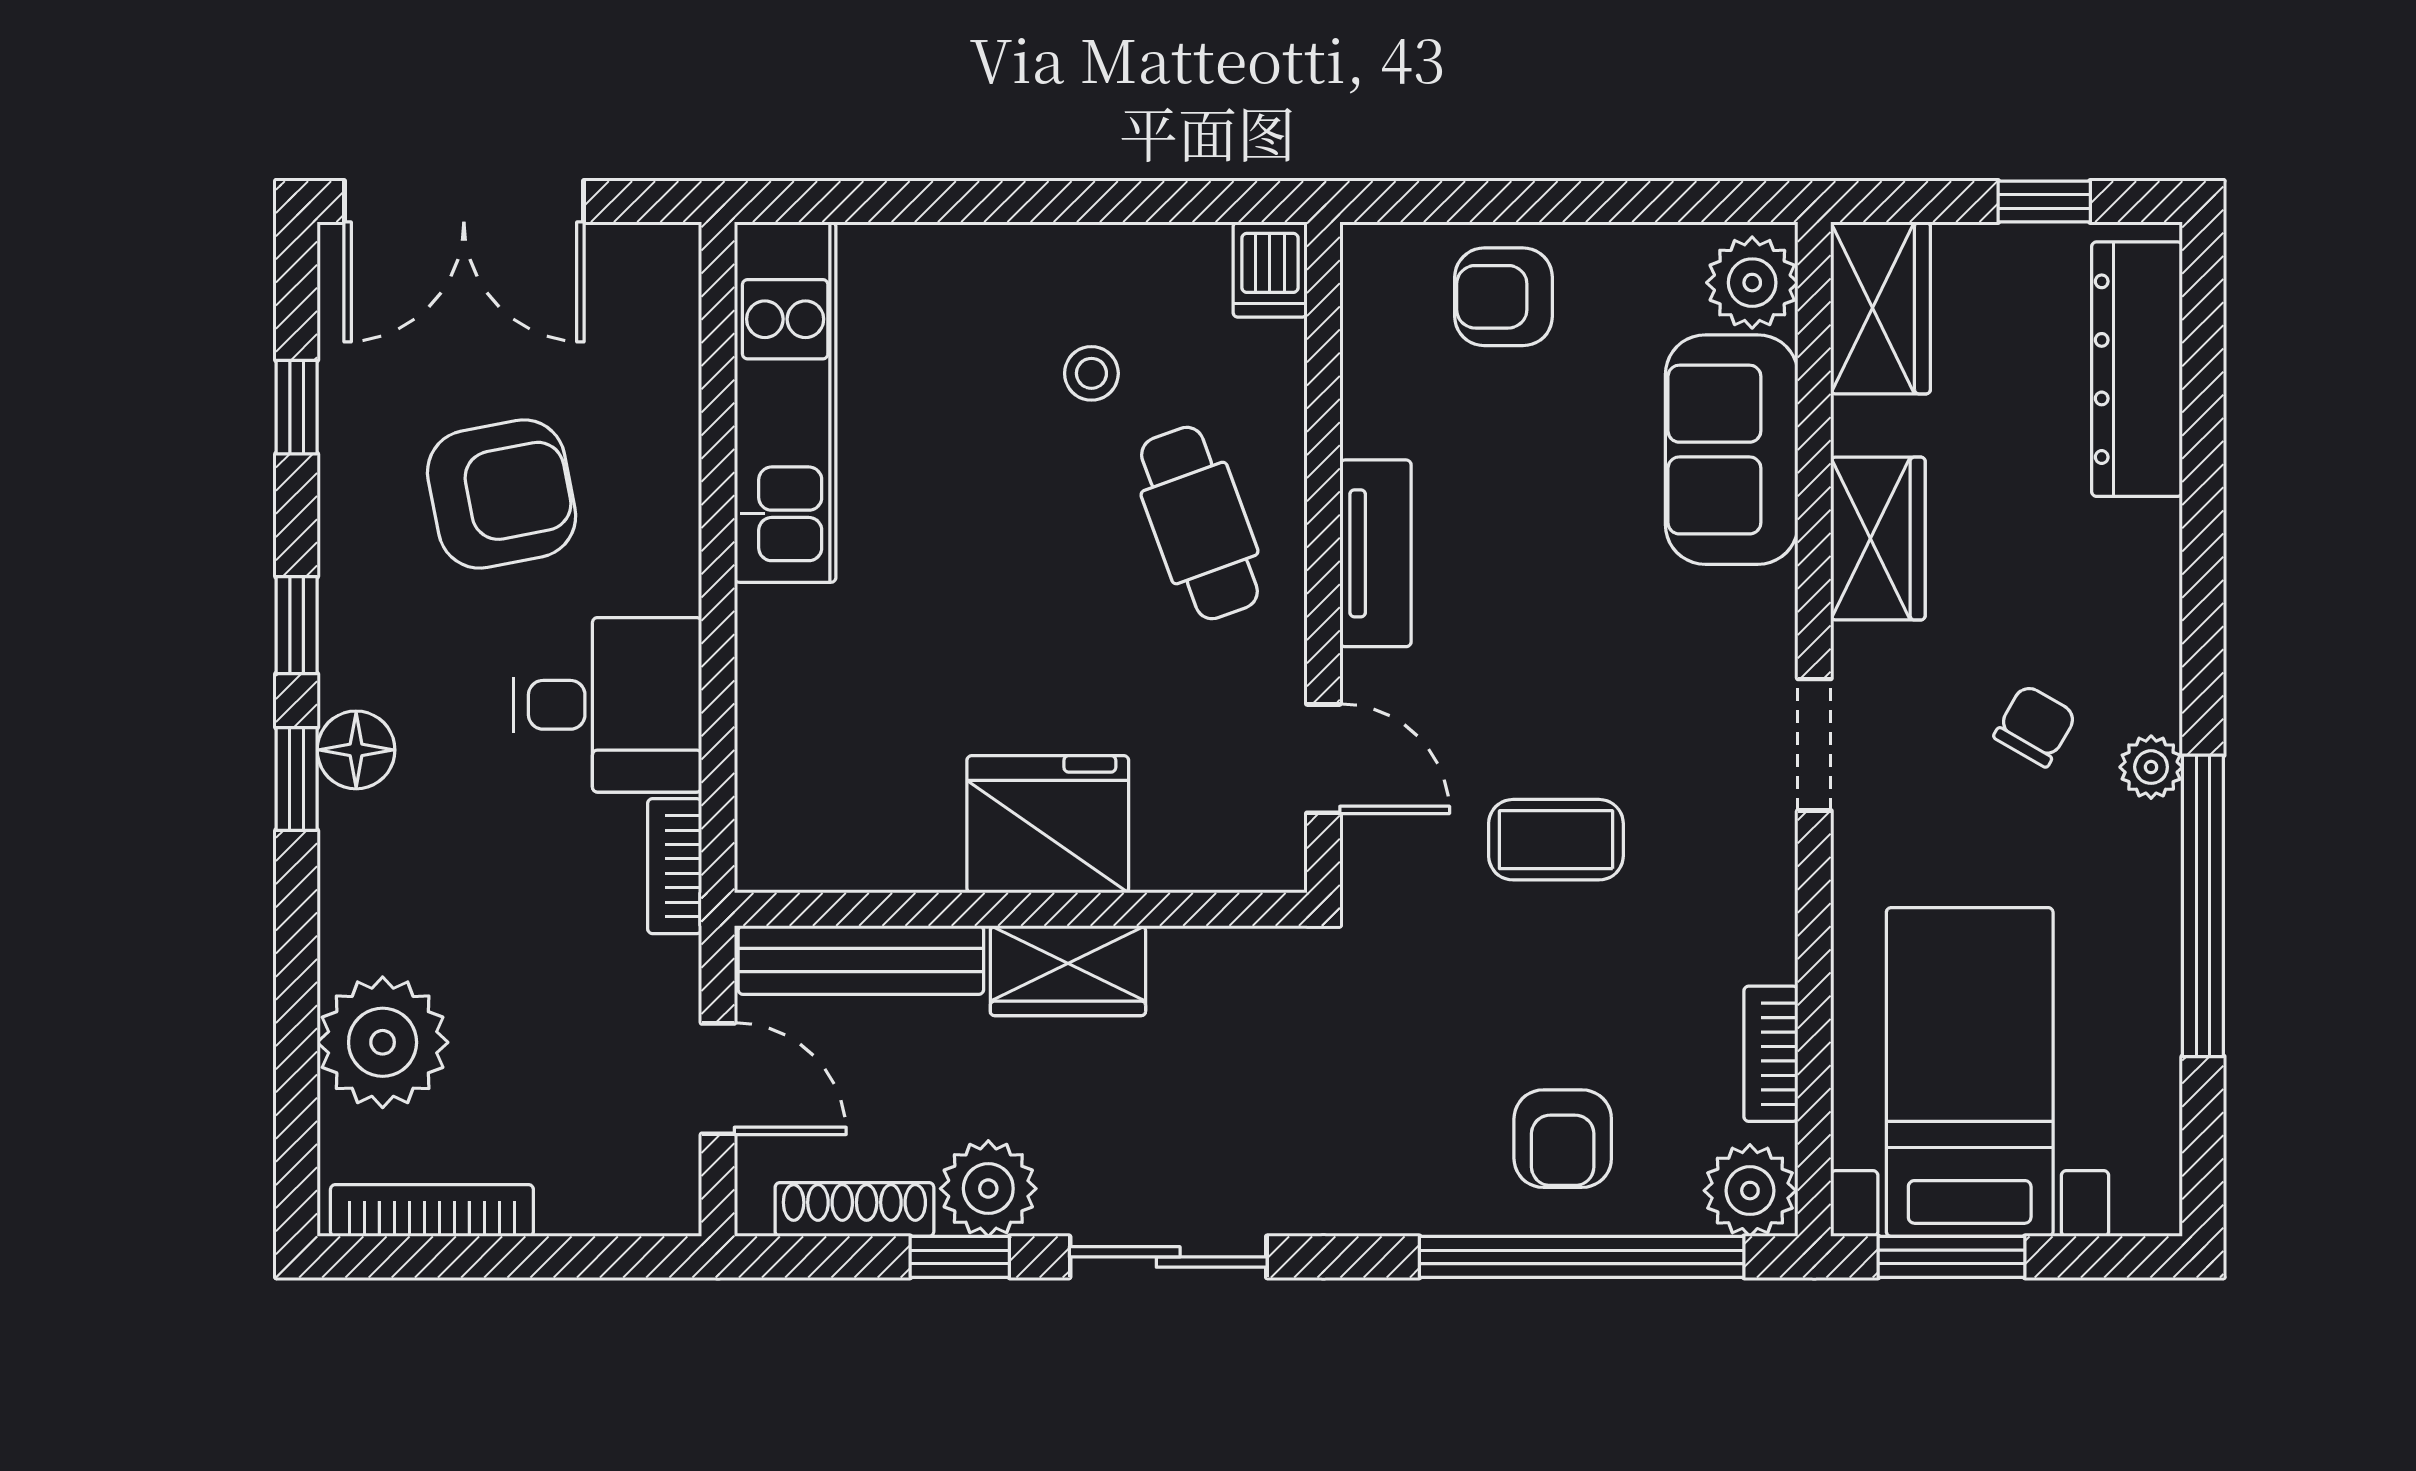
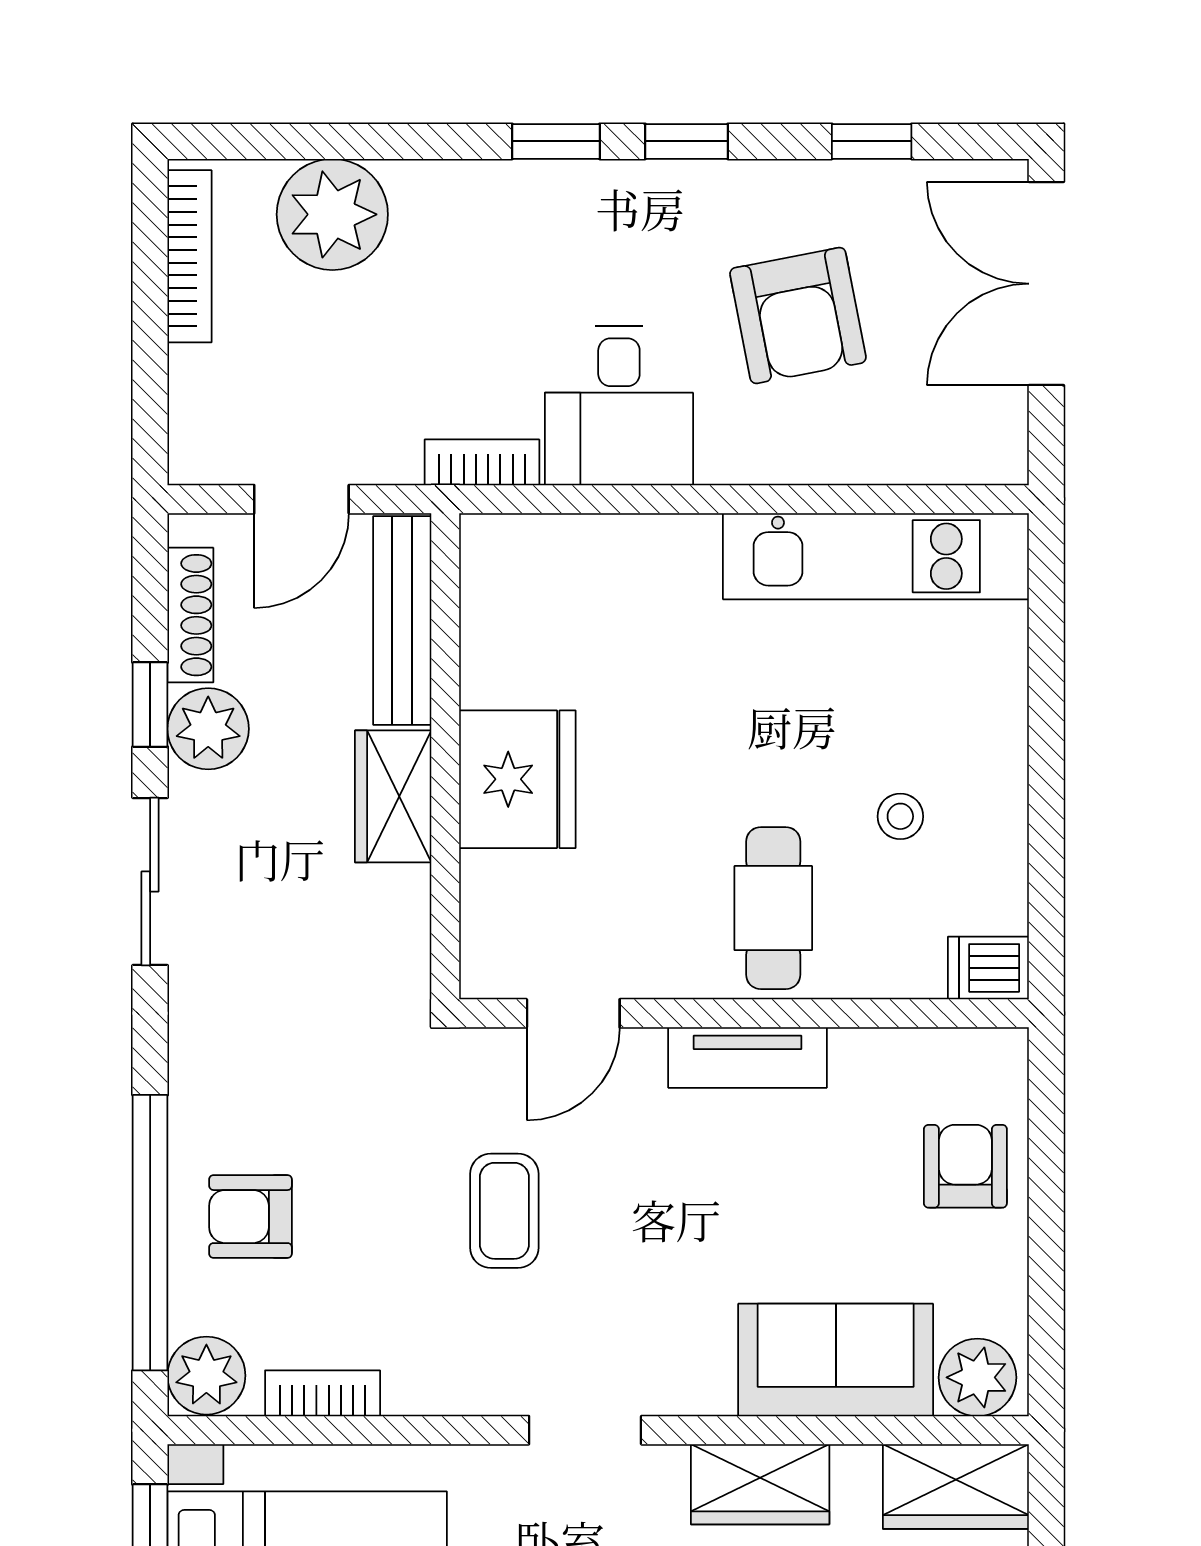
cafe table: (1199, 523) -> (773, 908), turned -70
floor lamp: (356, 750) -> (581, 192), removed

